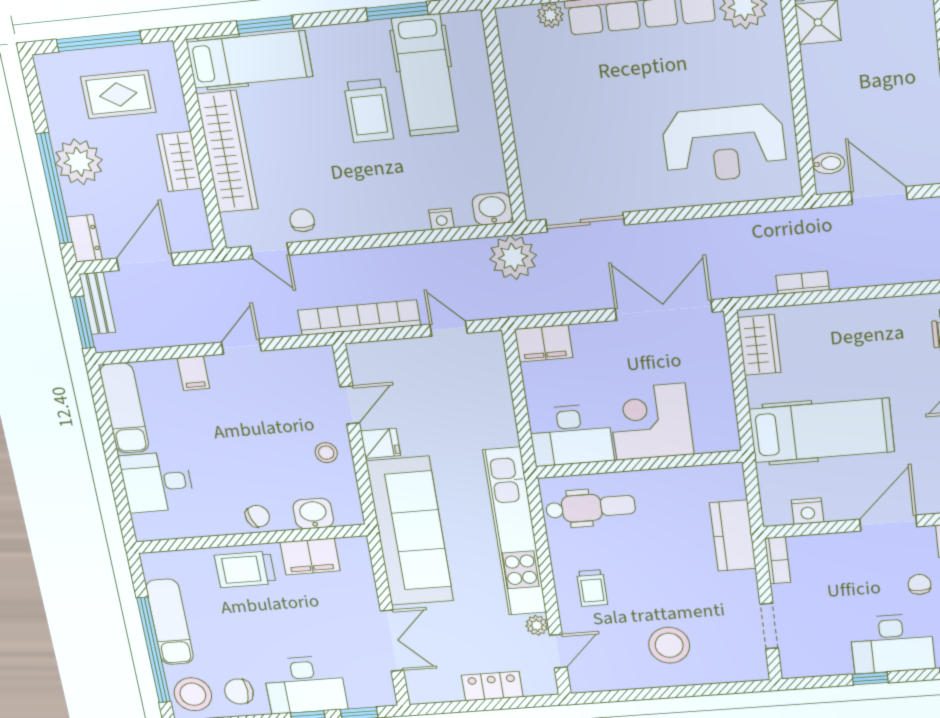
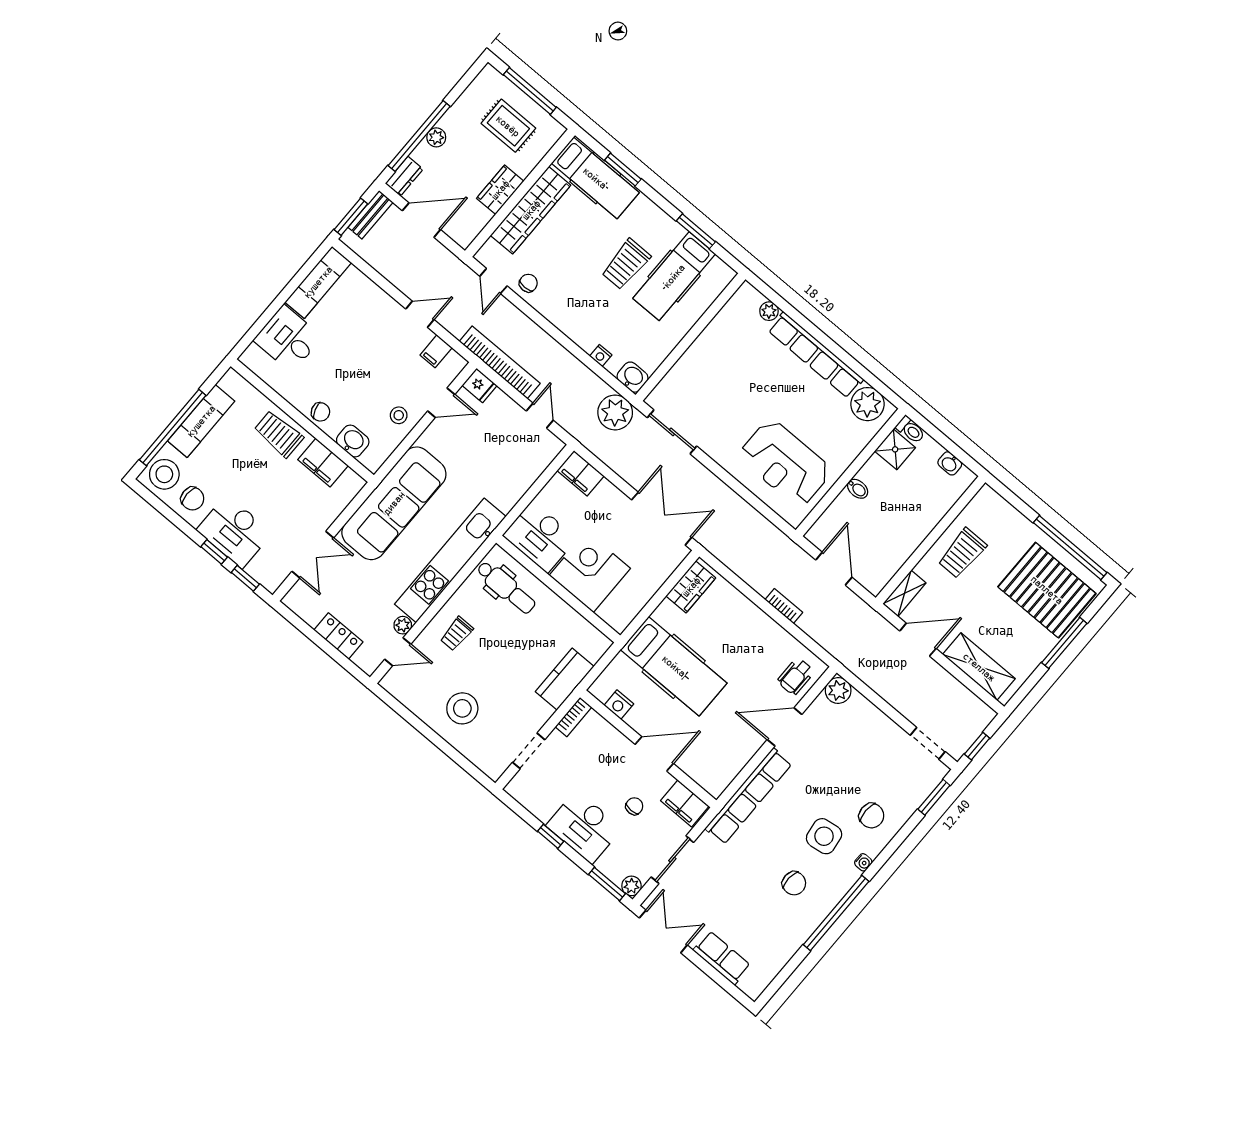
plant: (79, 162) -> (436, 137), width x0.53, depth x0.53
bidet: (828, 163) -> (858, 489), moved
bookcase: (803, 283) -> (784, 606), moved
filing cabinet: (193, 373) -> (436, 351), moved
fridge: (381, 443) -> (479, 385), moved
chair: (239, 691) -> (192, 499), turned 180

